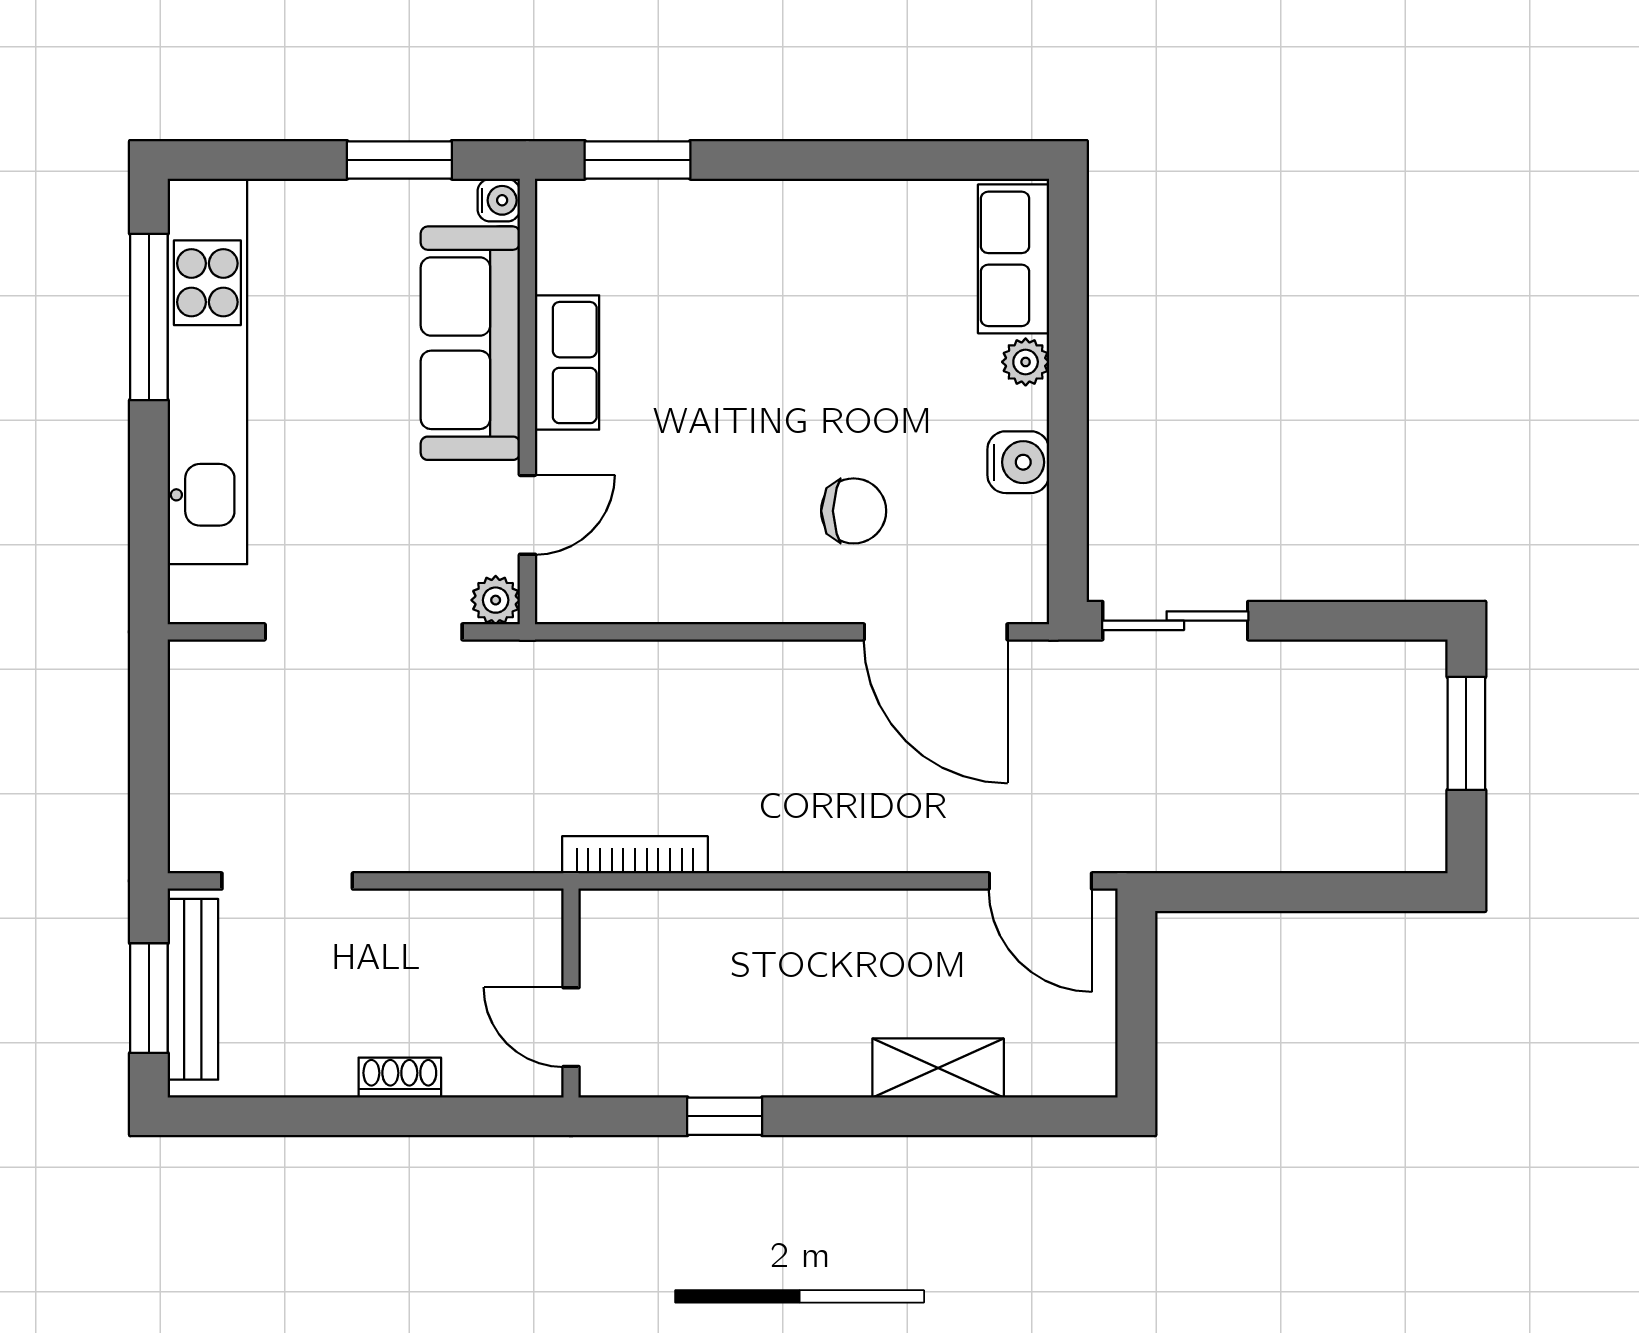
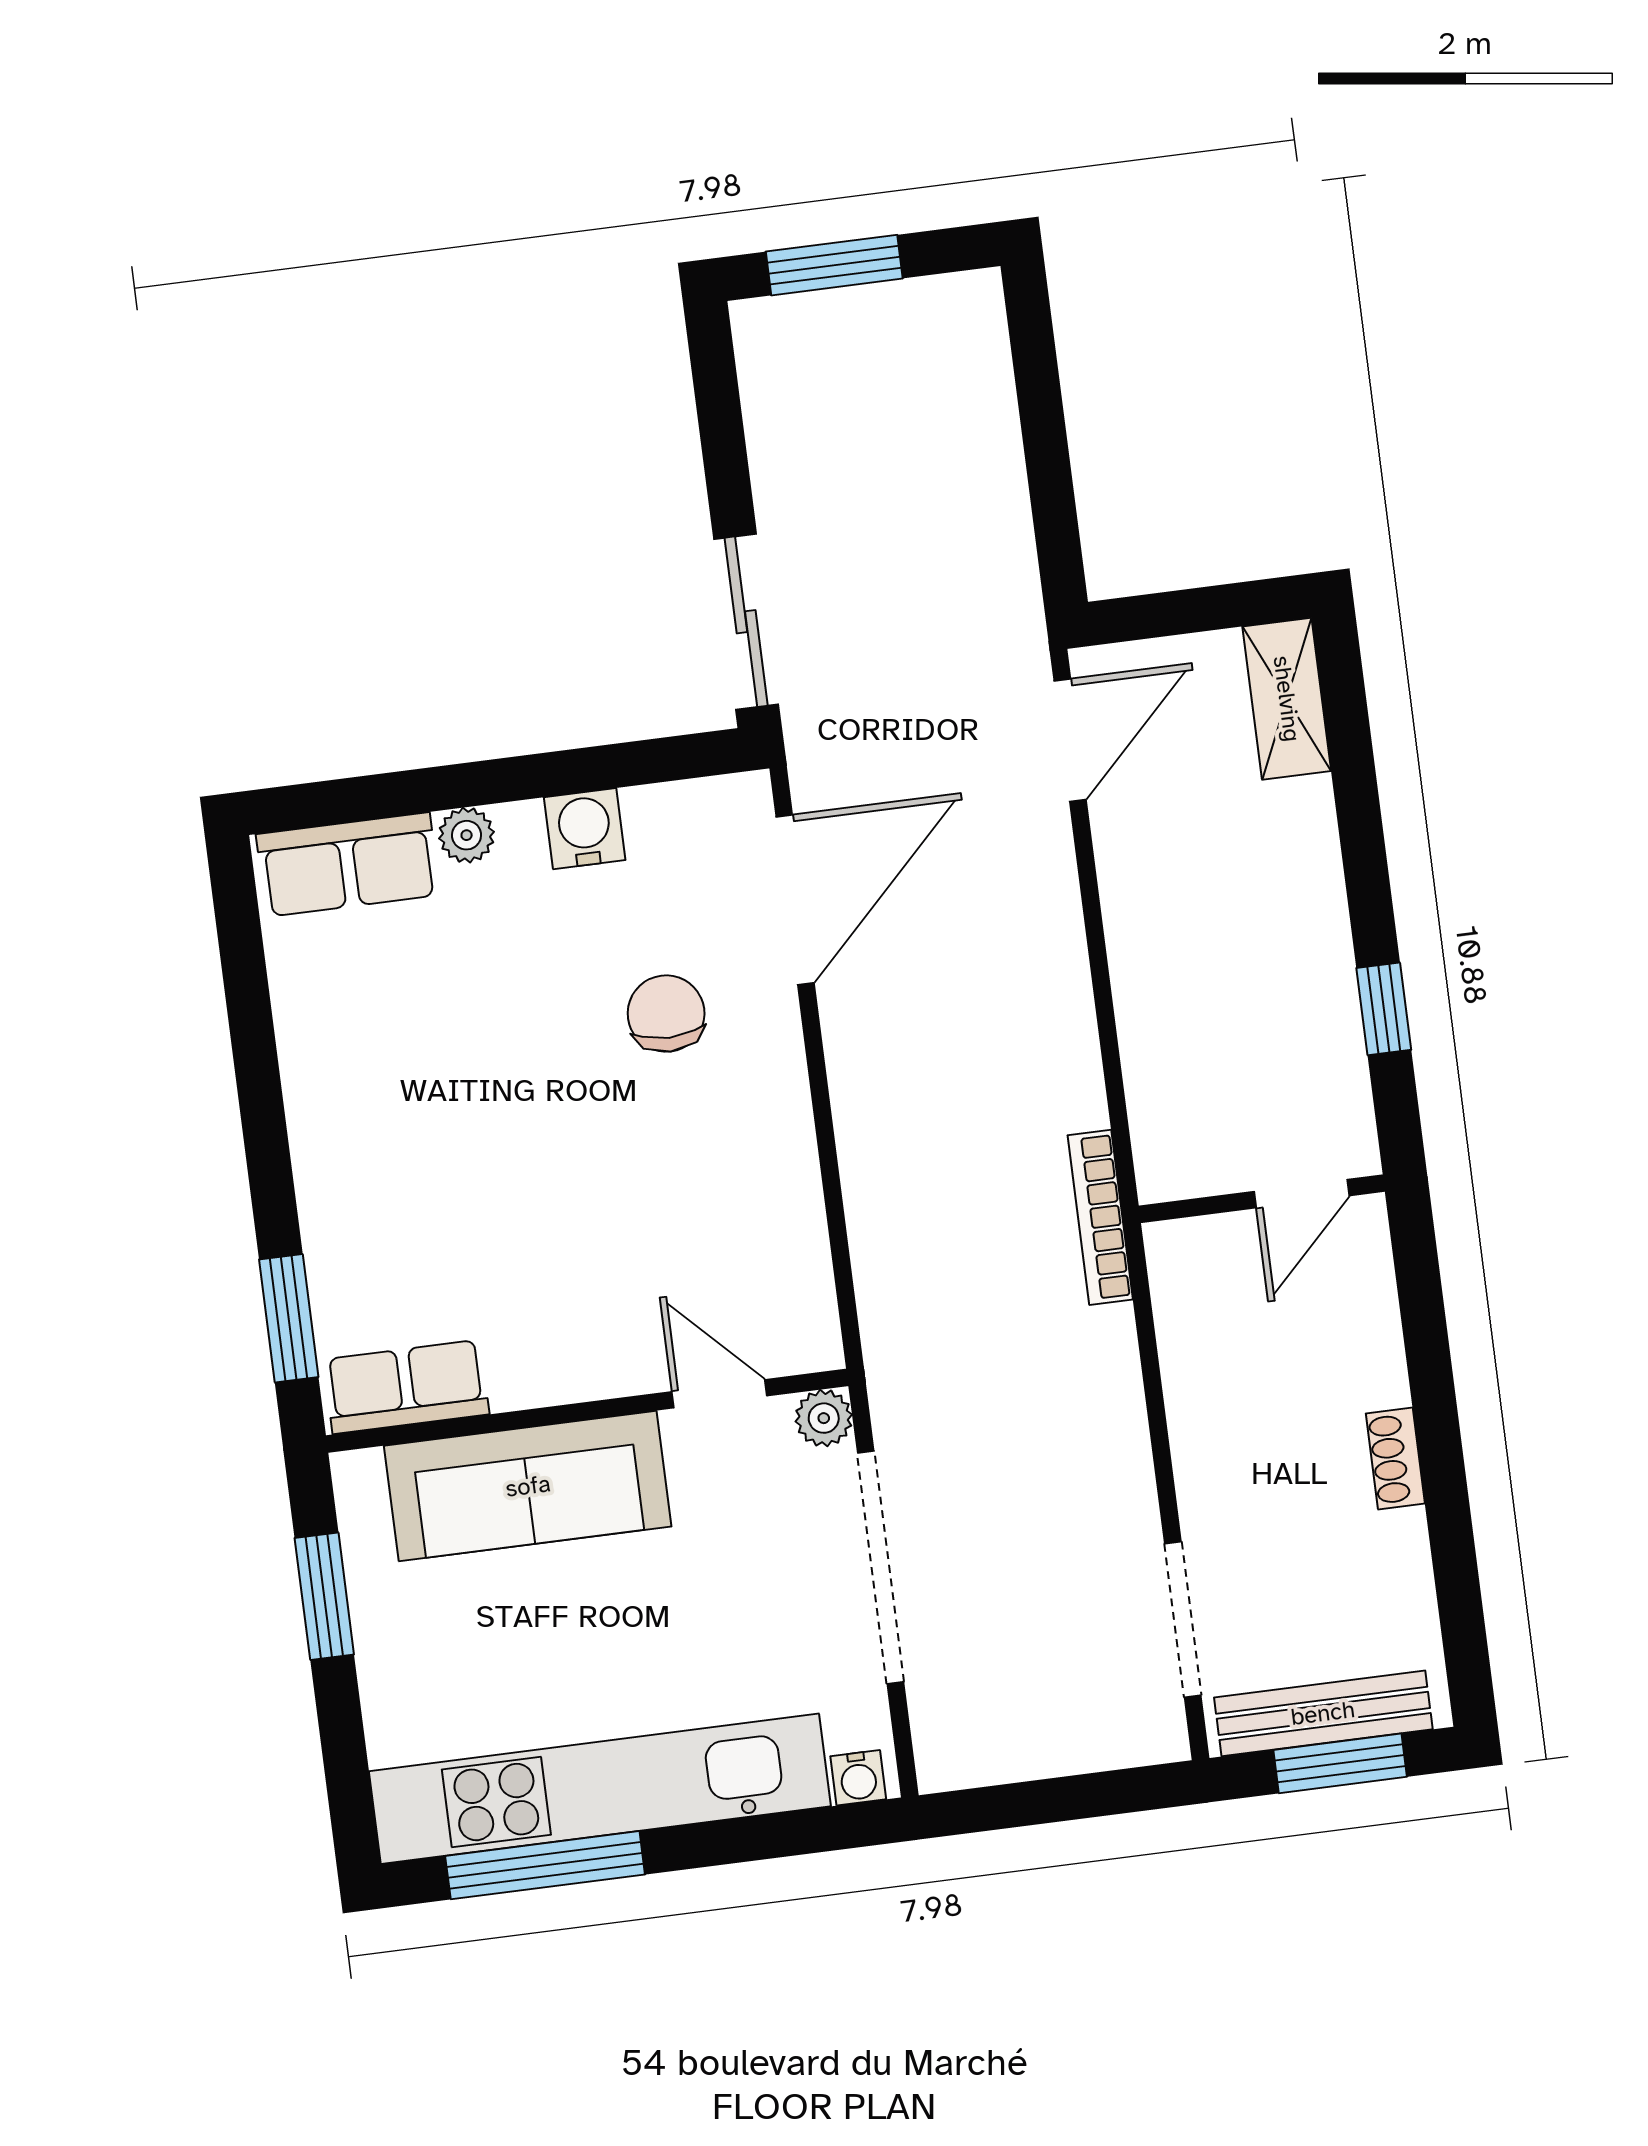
water cooler: (499, 200) -> (858, 1778), moved, turned 180
row of seats: (567, 363) -> (406, 1387), moved
wall: (571, 993) -> (1262, 1199), moved
door: (571, 1027) -> (1302, 1194), moved
shelving: (938, 1068) -> (1287, 699), moved
window: (725, 1116) -> (1384, 1009), moved

